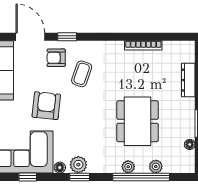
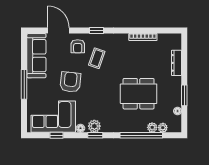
window: (67, 37) -> (96, 31), moved
armchair: (56, 58) -> (78, 46), turned -90
dining table: (138, 121) -> (139, 94), turned 90
plant: (128, 167) -> (163, 128), moved

